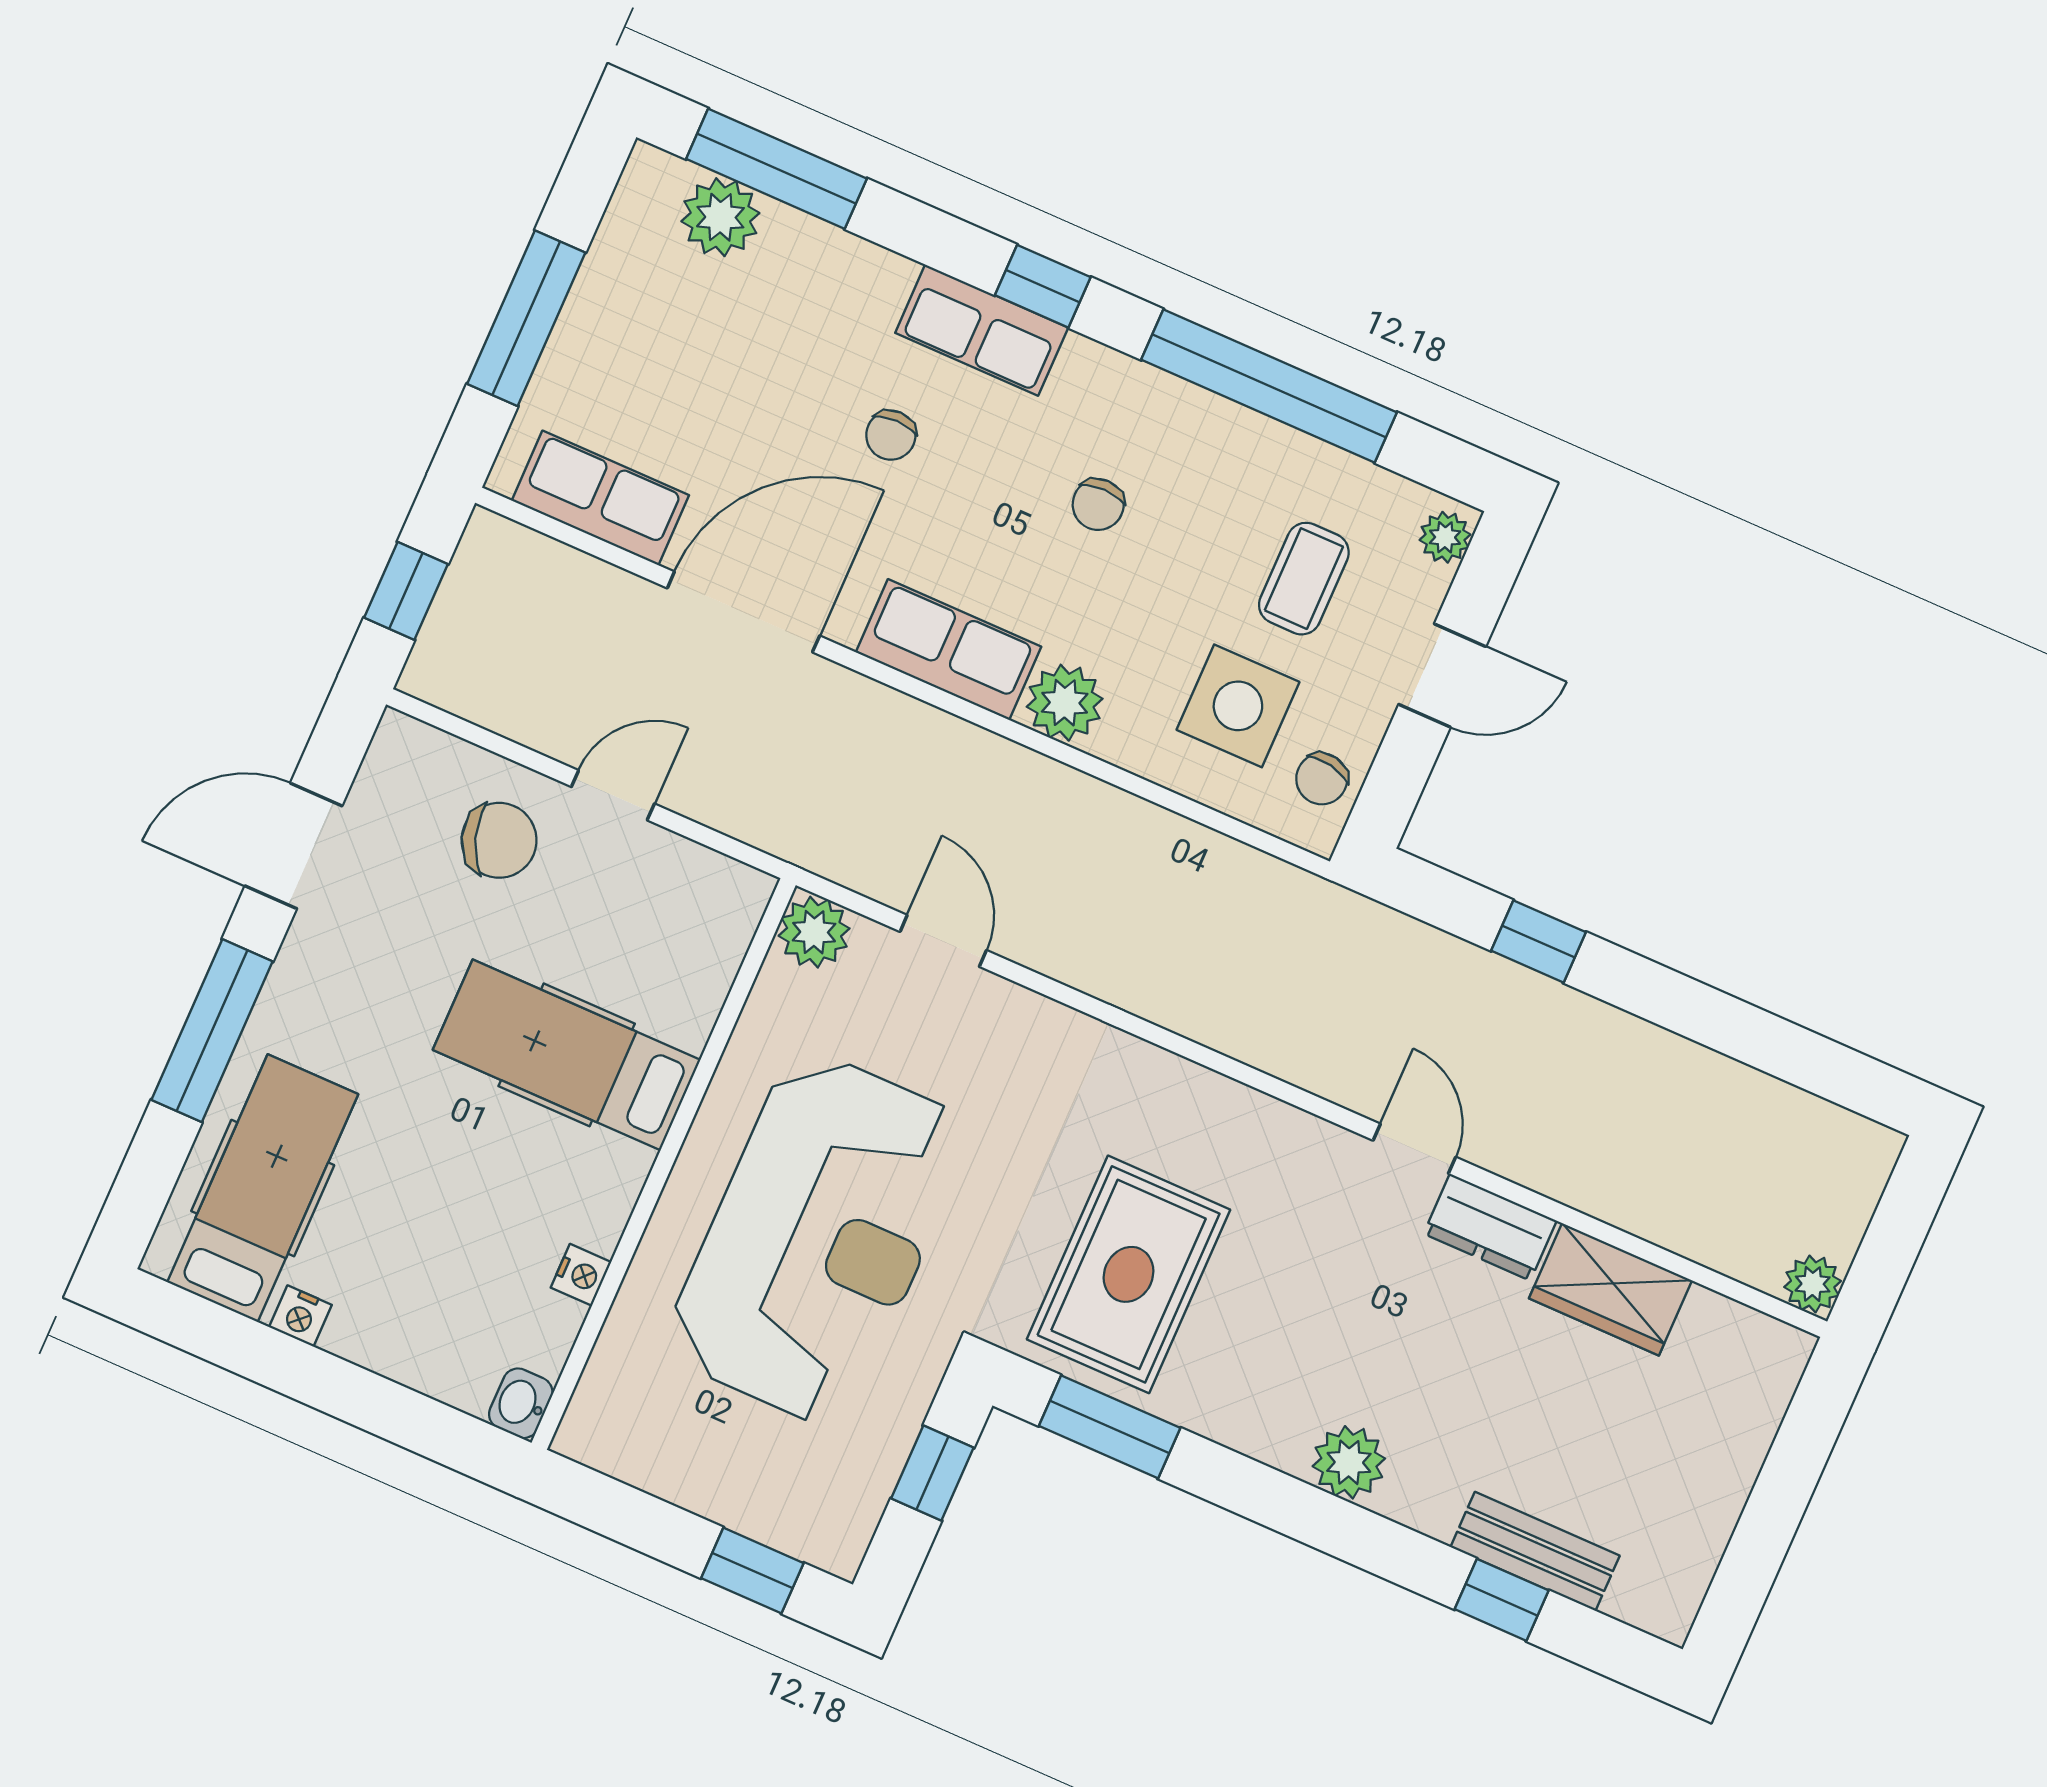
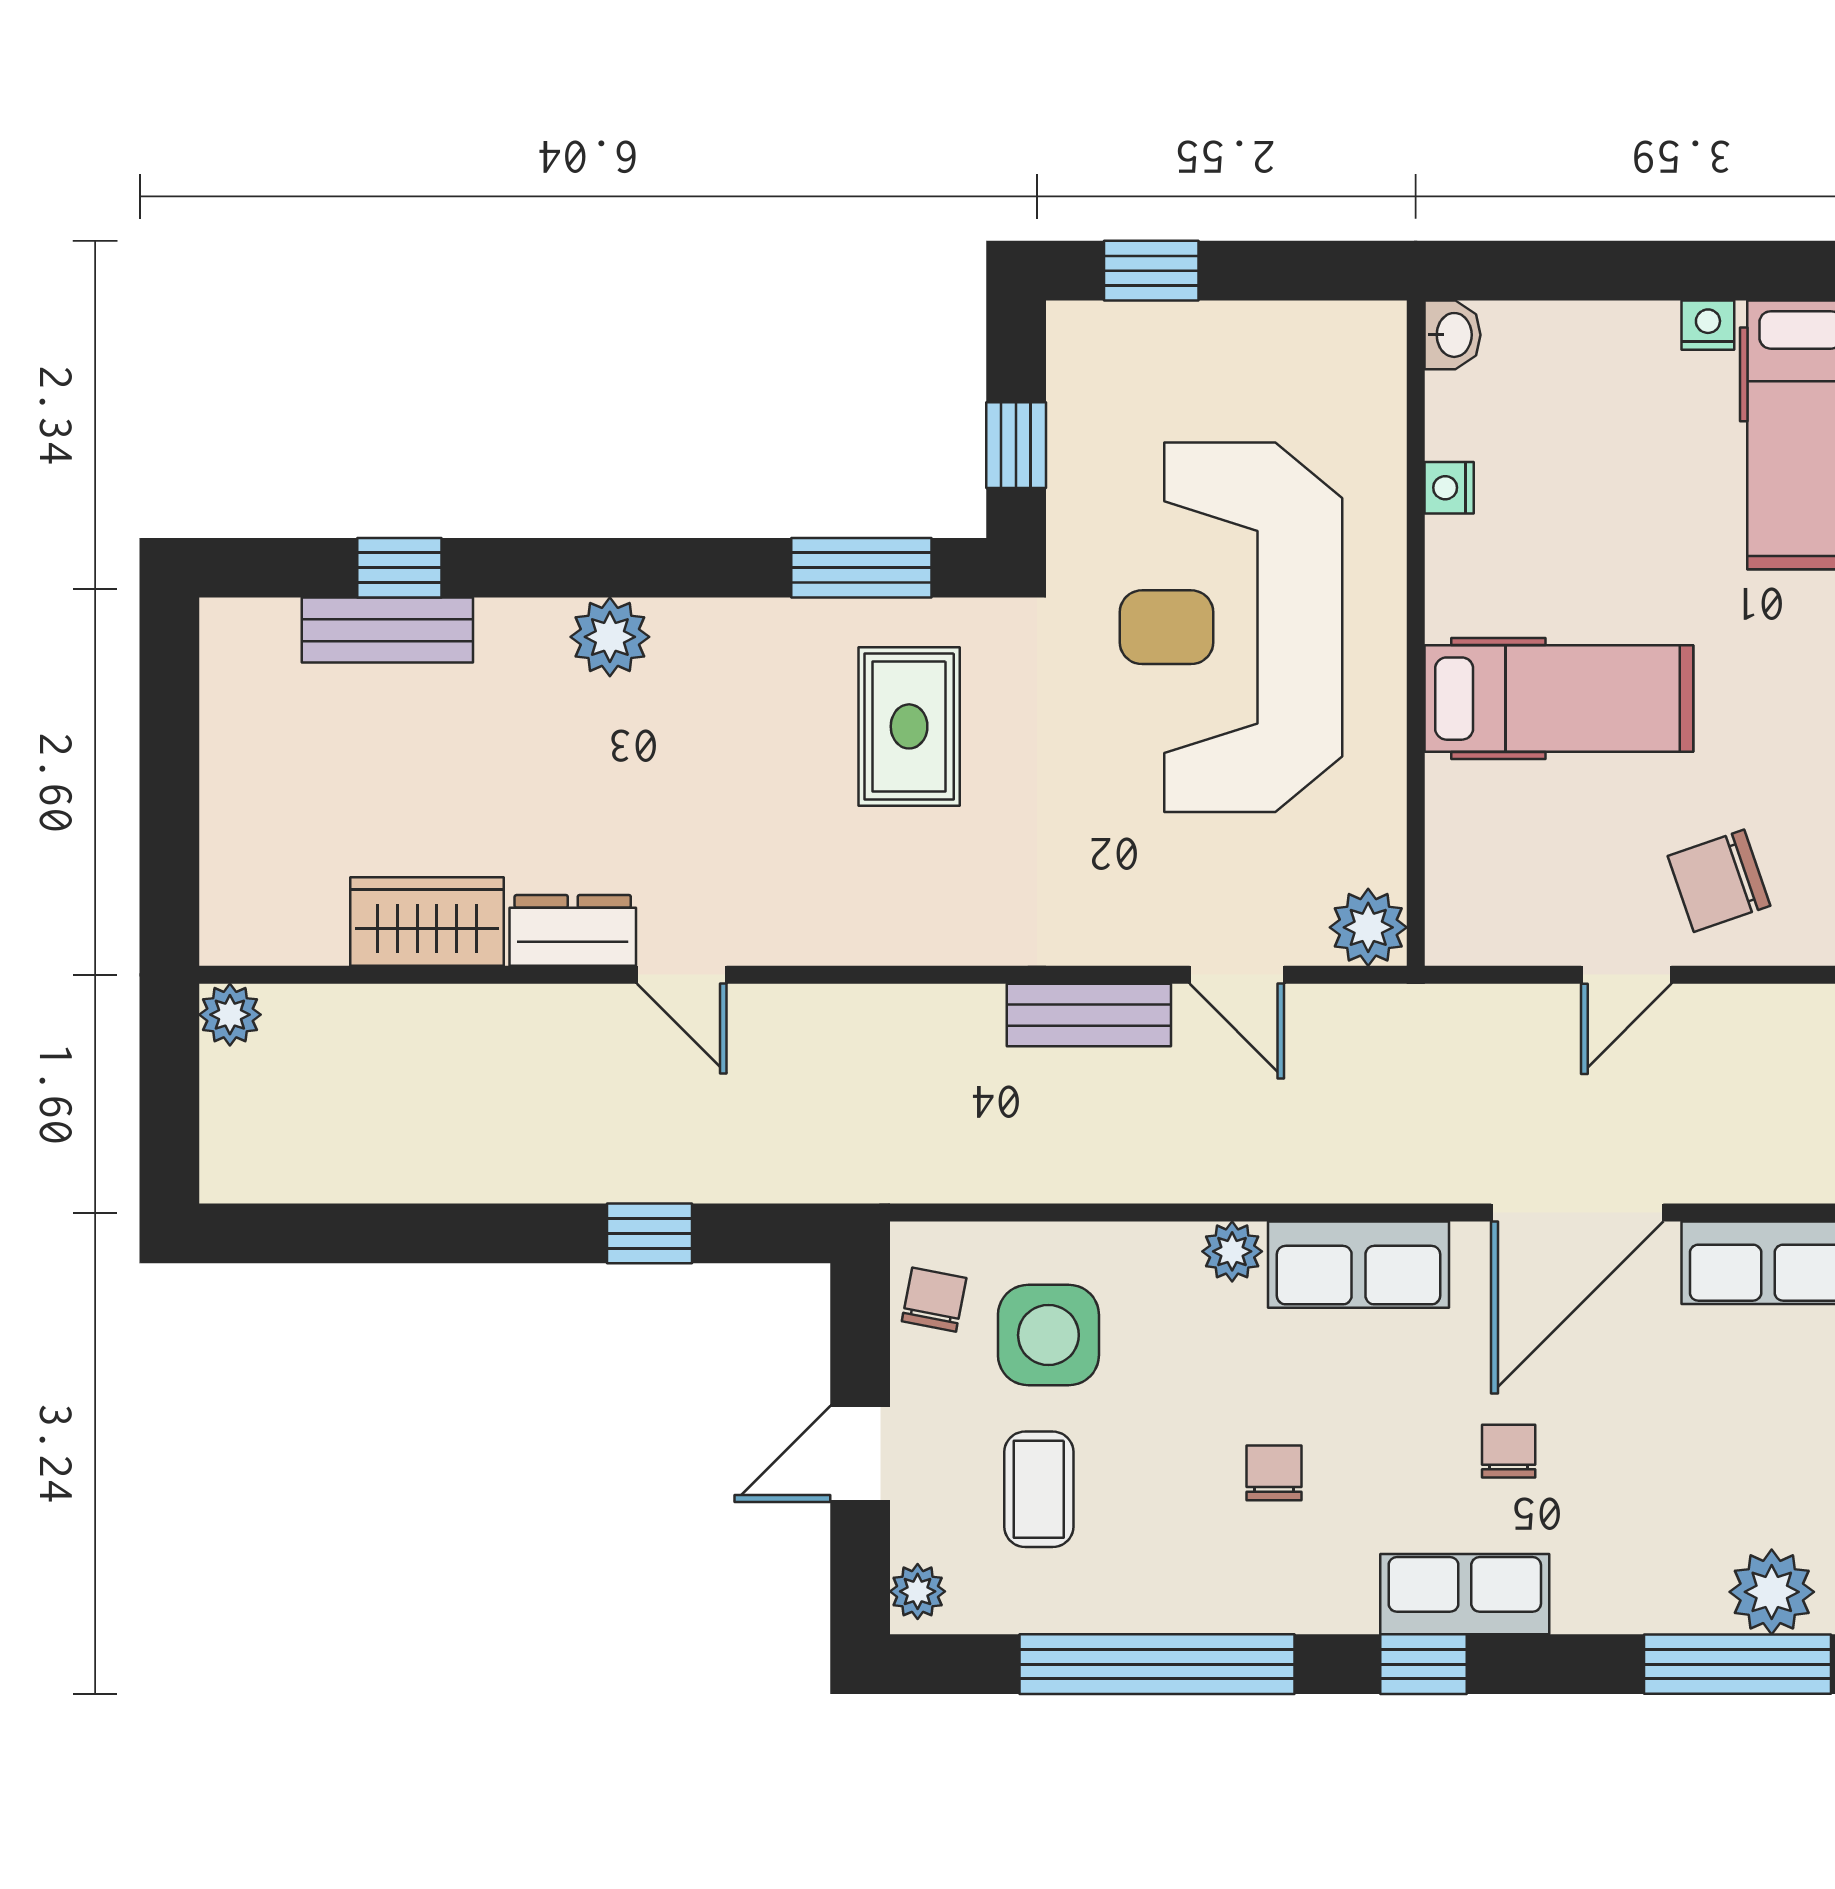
plant: (1065, 703) -> (1232, 1251), width x0.73, depth x0.73
bench: (1084, 962) -> (1089, 1015), added
rug: (1129, 1274) -> (909, 726), width x0.73, depth x0.70

